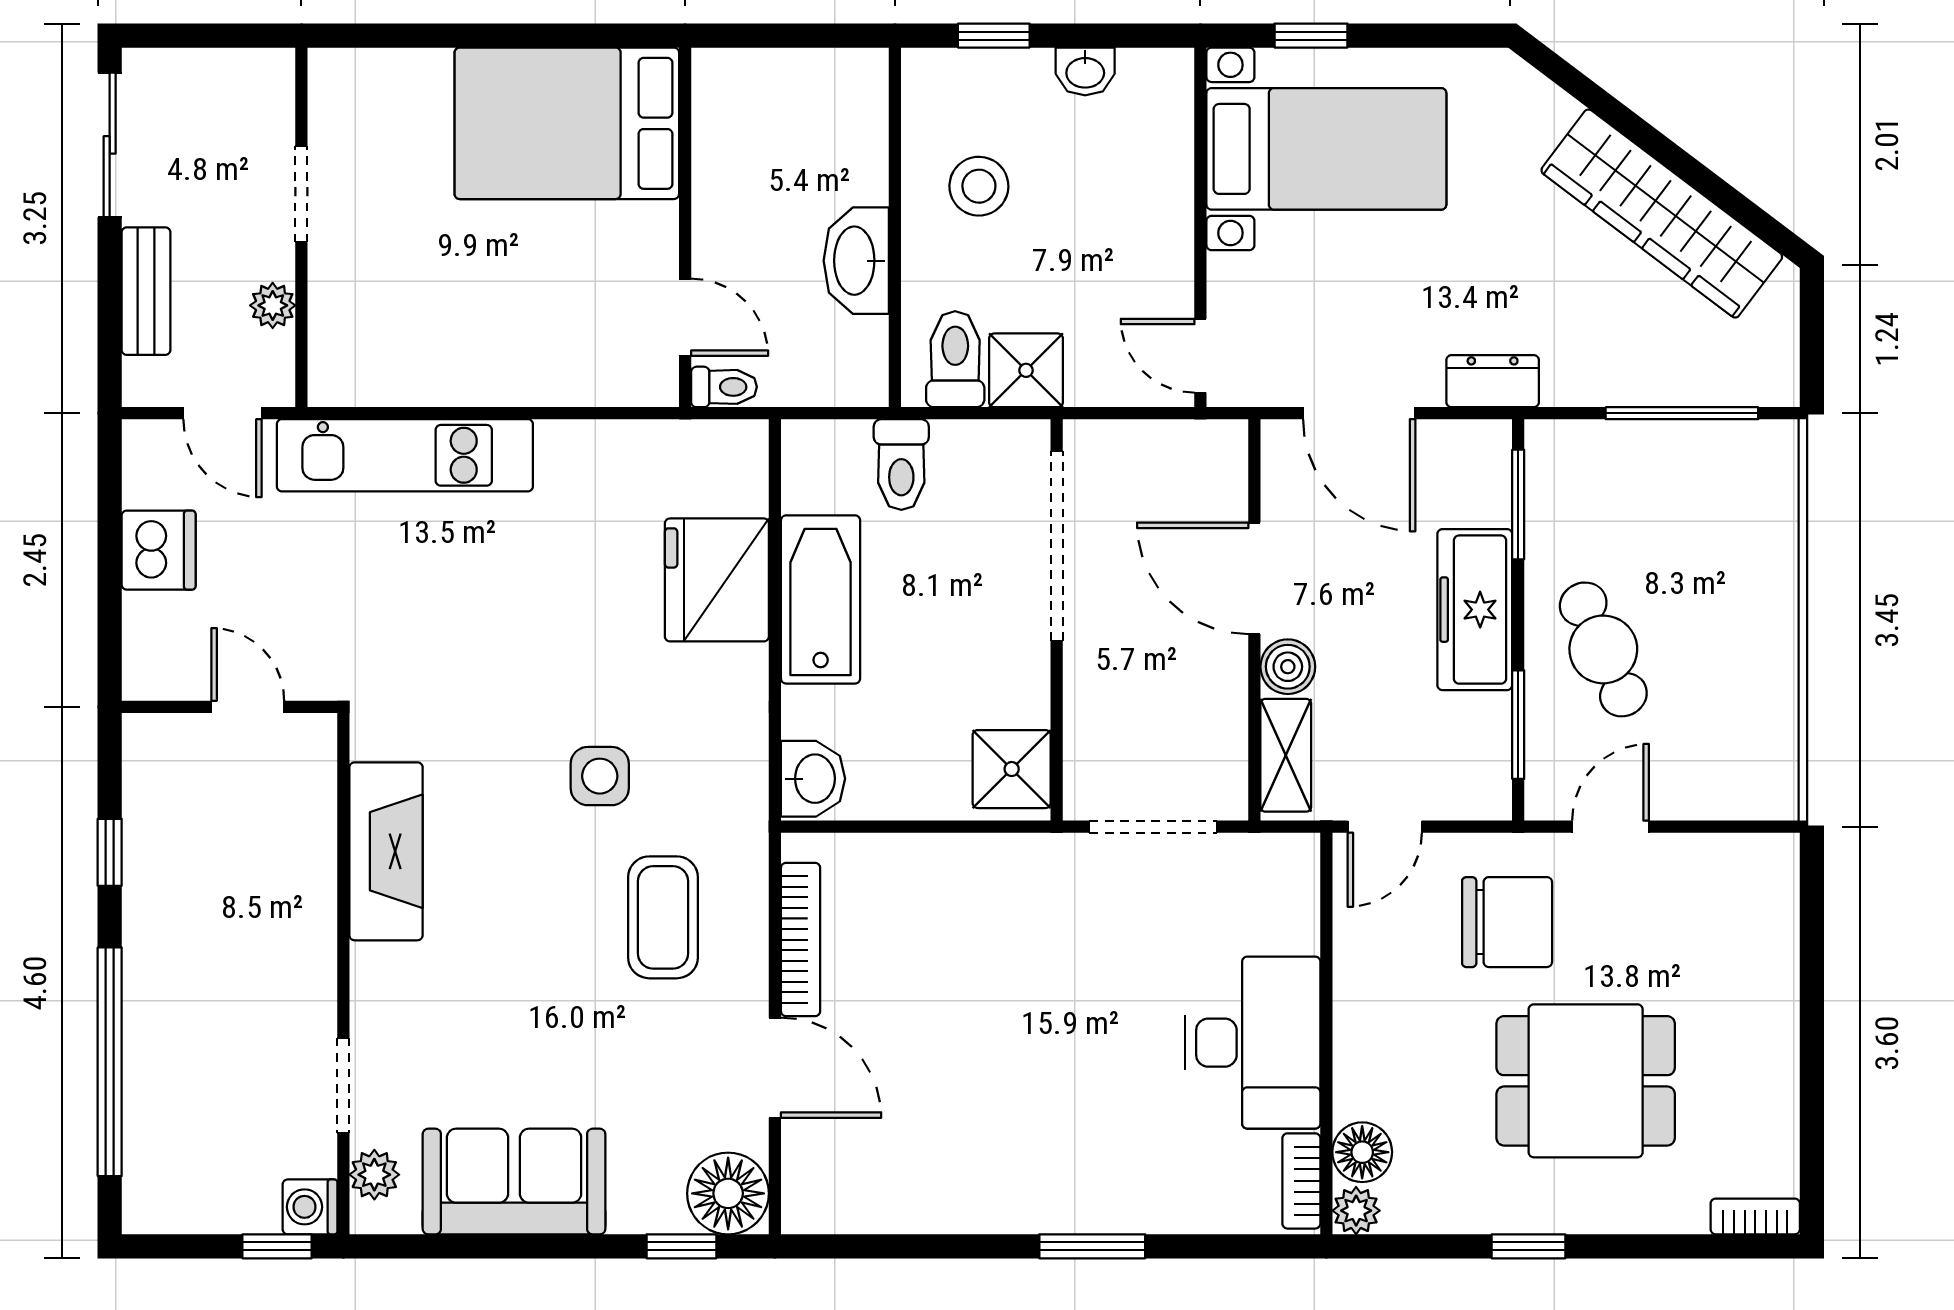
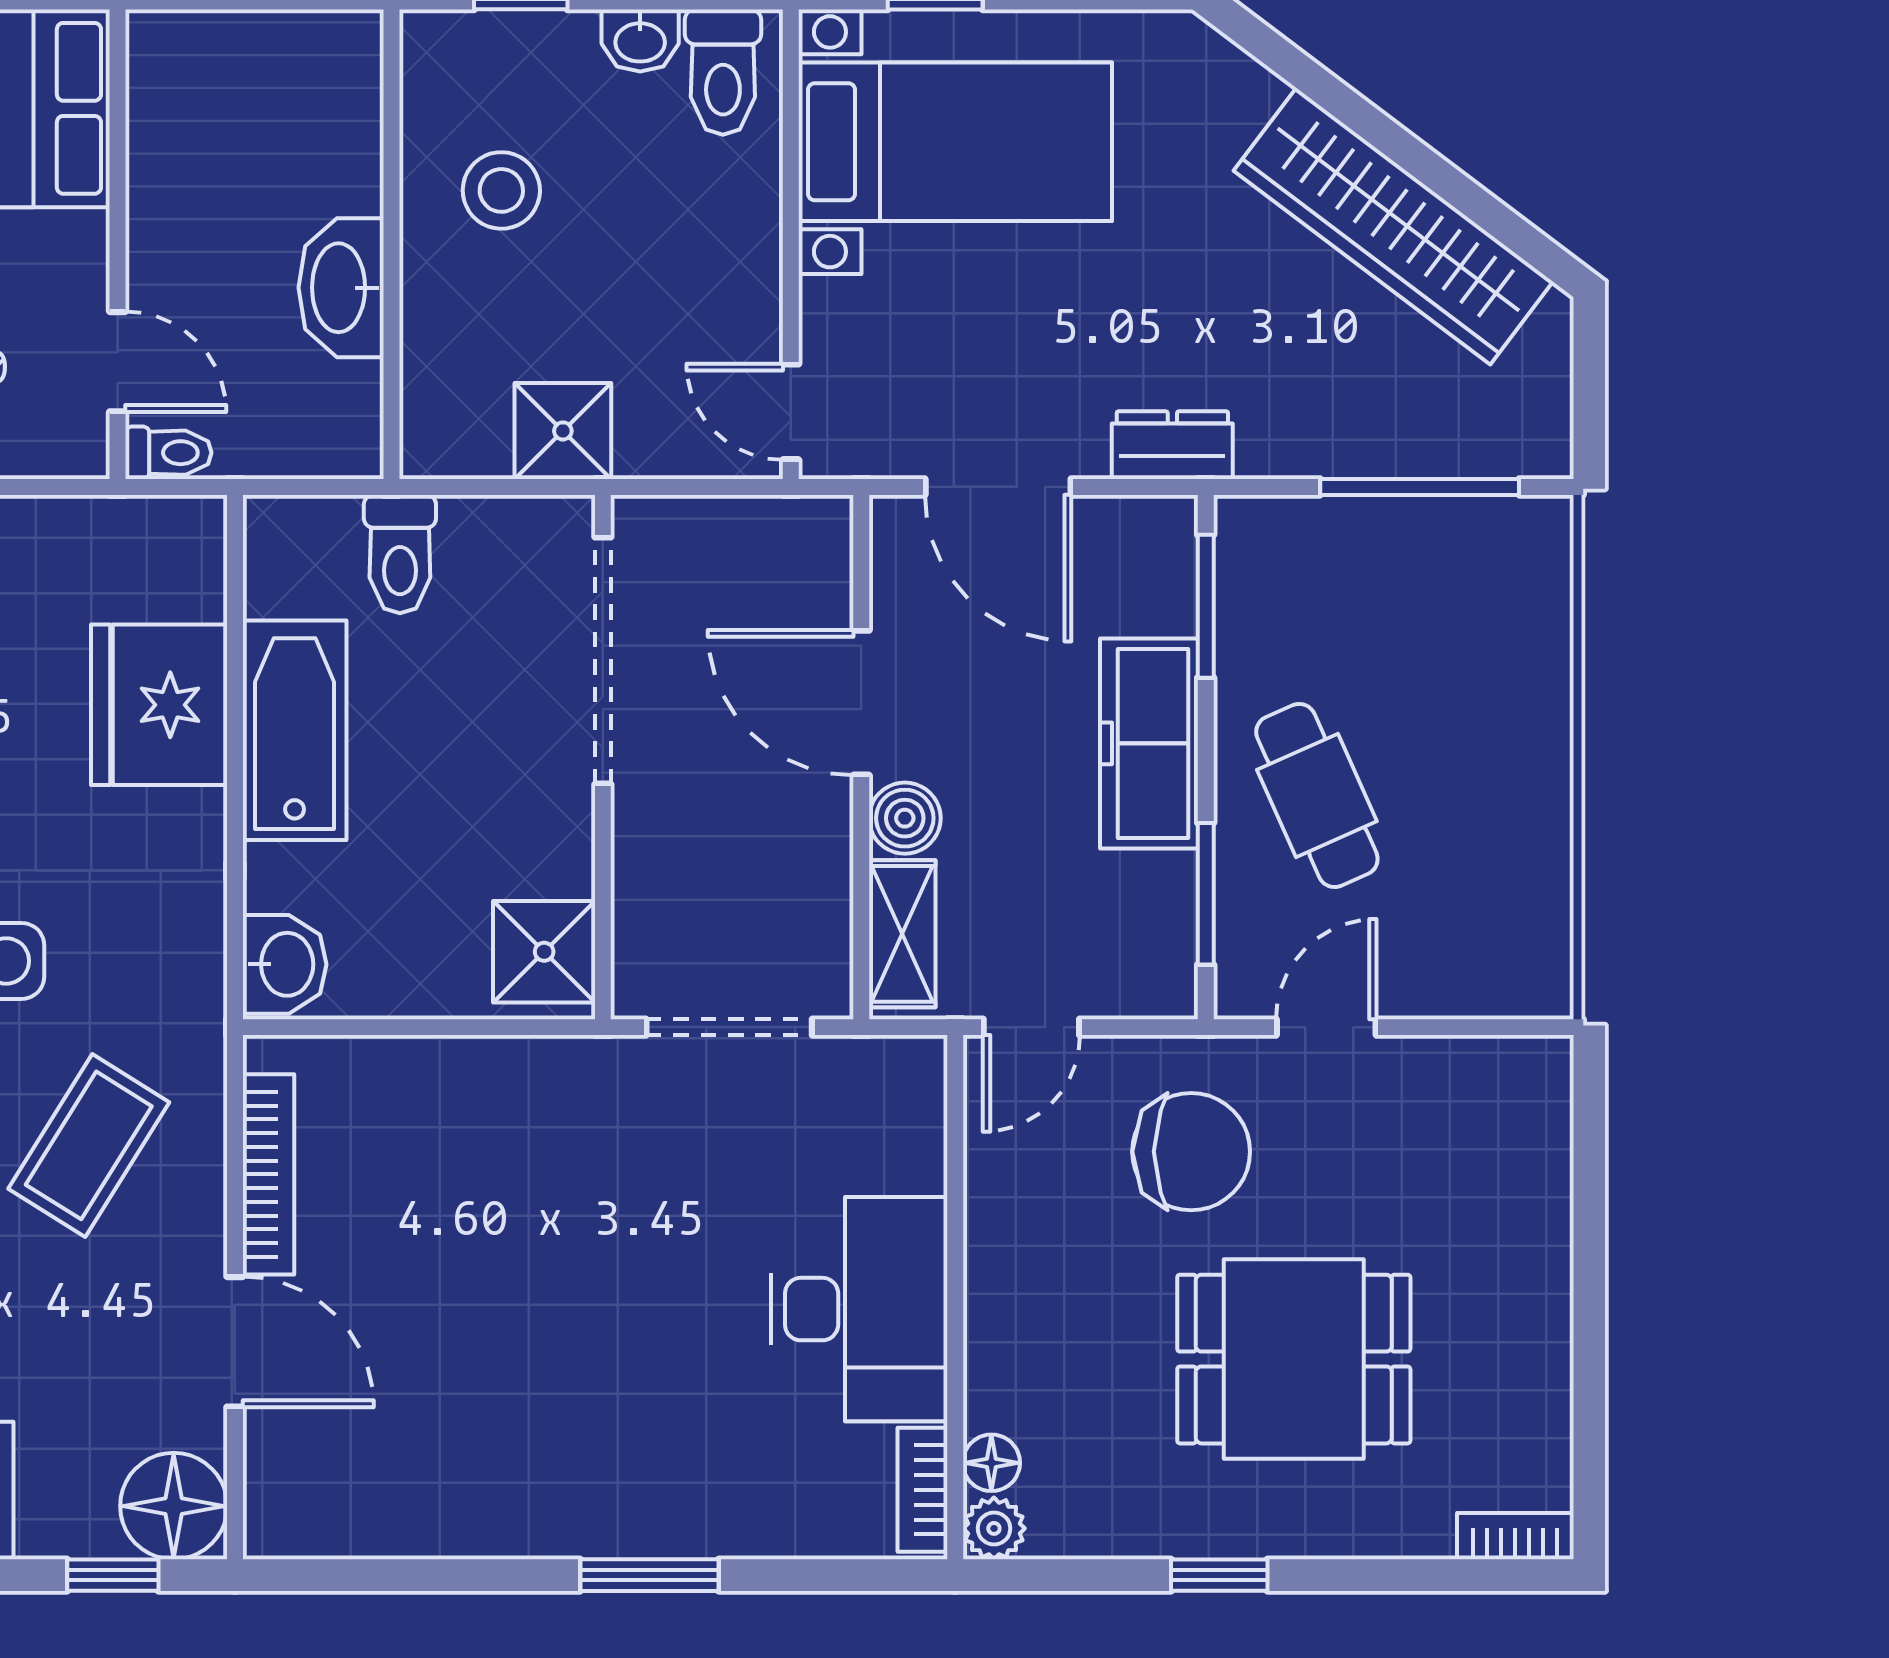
toilet: (955, 359) -> (723, 72), moved, turned 180
coffee table: (663, 917) -> (89, 1145), turned 32
floor lamp: (1362, 1152) -> (991, 1463), width x0.73, depth x0.73

